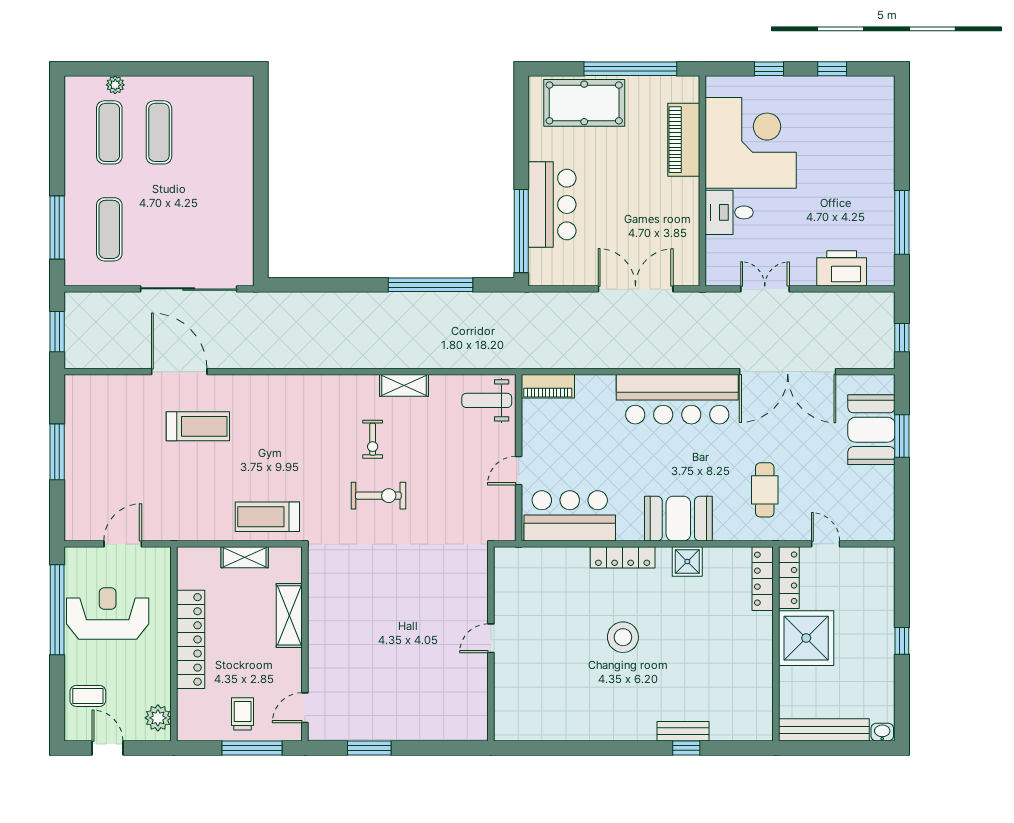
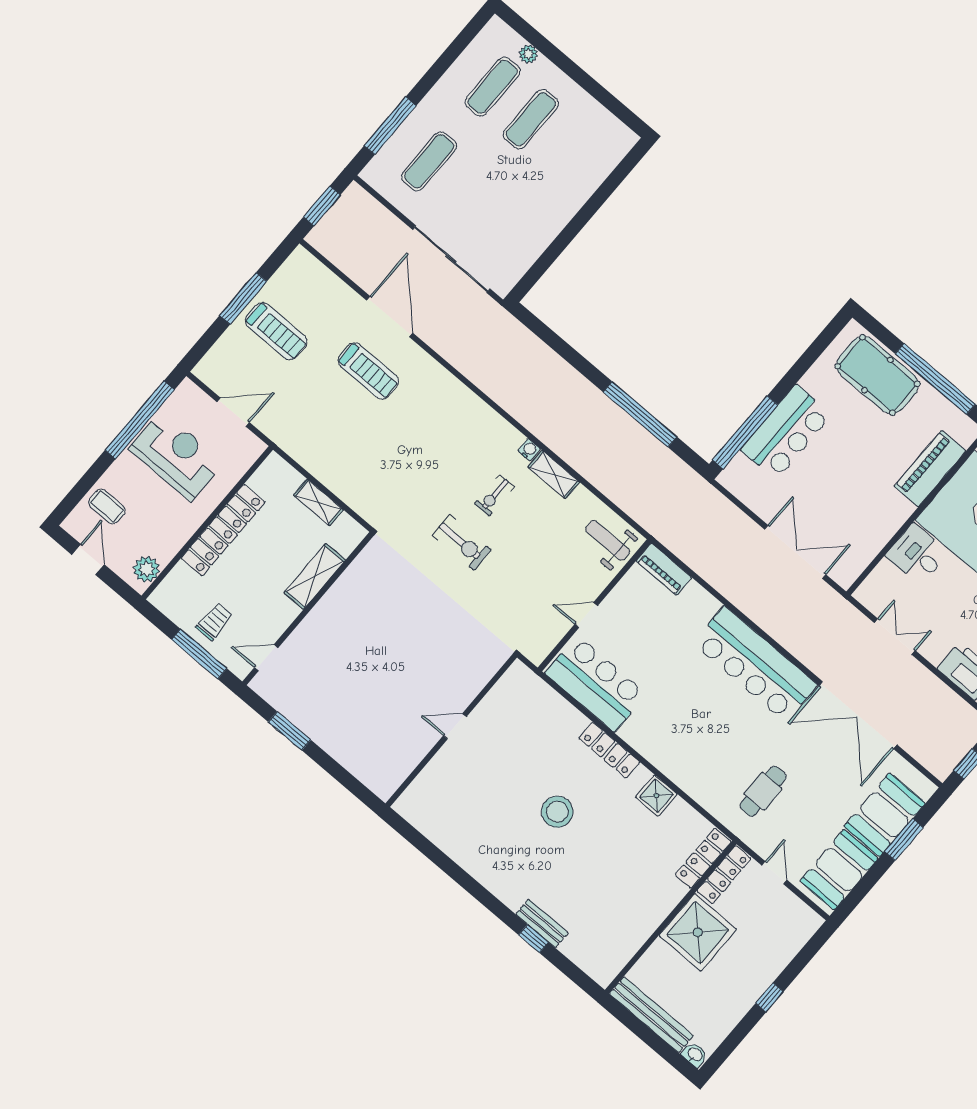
water cooler: (370, 383) -> (529, 450), added
treadmill: (267, 517) -> (276, 331), moved, turned 180
booth: (678, 519) -> (839, 870), moved, turned 90

